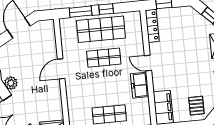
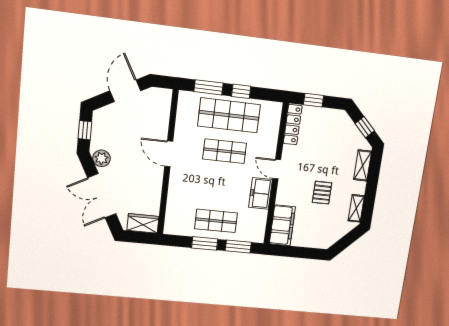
door: (61, 69) -> (169, 154), hinge flipped
pallet: (196, 106) -> (322, 193), moved

